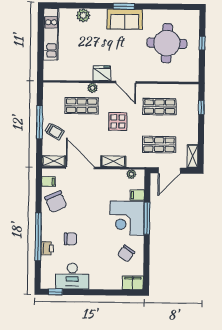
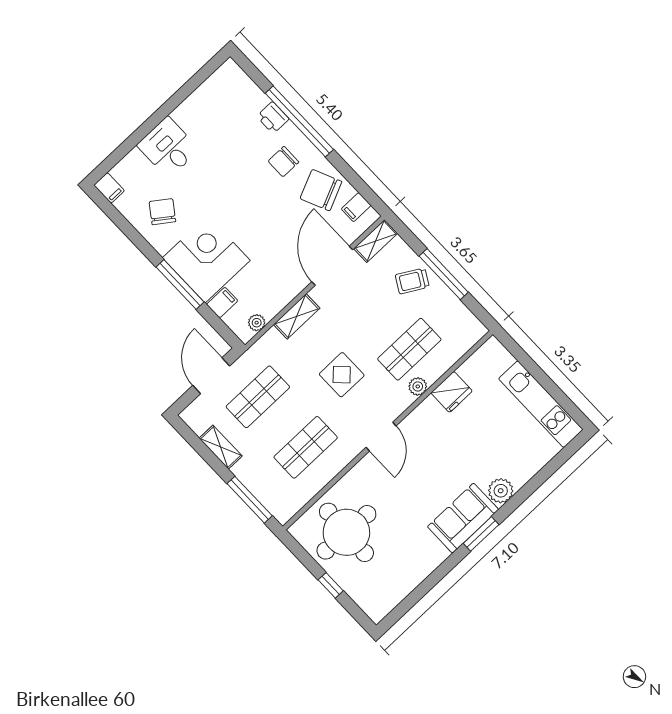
plant: (83, 15) -> (501, 491), moved
round table: (167, 43) -> (346, 532), moved
fridge: (102, 73) -> (452, 392), moved
door: (126, 82) -> (381, 437), swing flipped
window: (201, 107) -> (250, 500), width x2.17
shelving: (193, 156) -> (221, 447), moved
door: (80, 168) -> (332, 266), swing flipped
chair: (70, 239) -> (283, 162), moved
desk: (72, 276) -> (168, 147), moved, width x0.73
filing cabinet: (133, 283) -> (109, 188), width x0.50
window: (55, 292) -> (207, 71), removed

